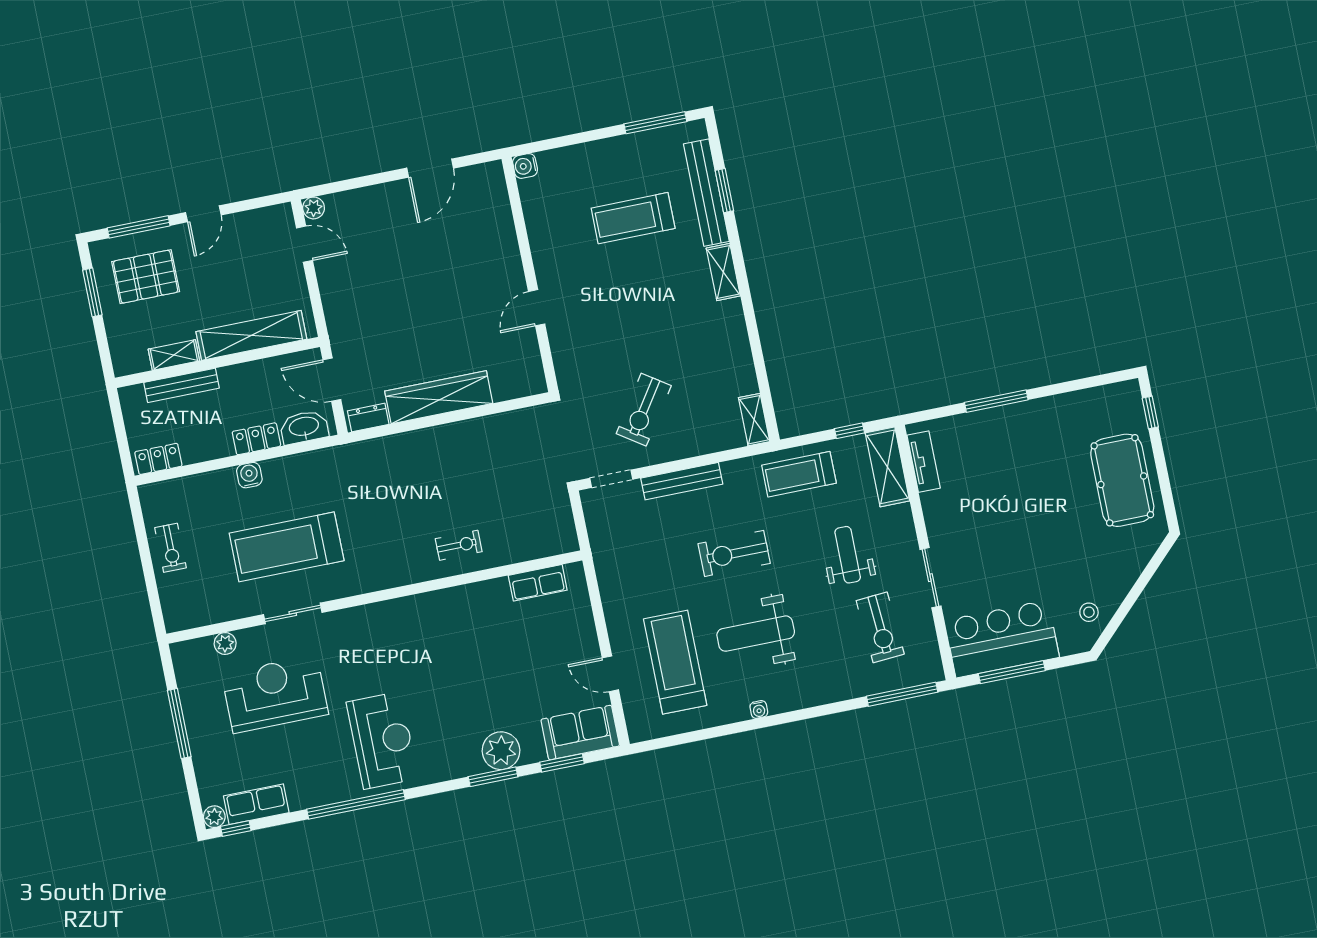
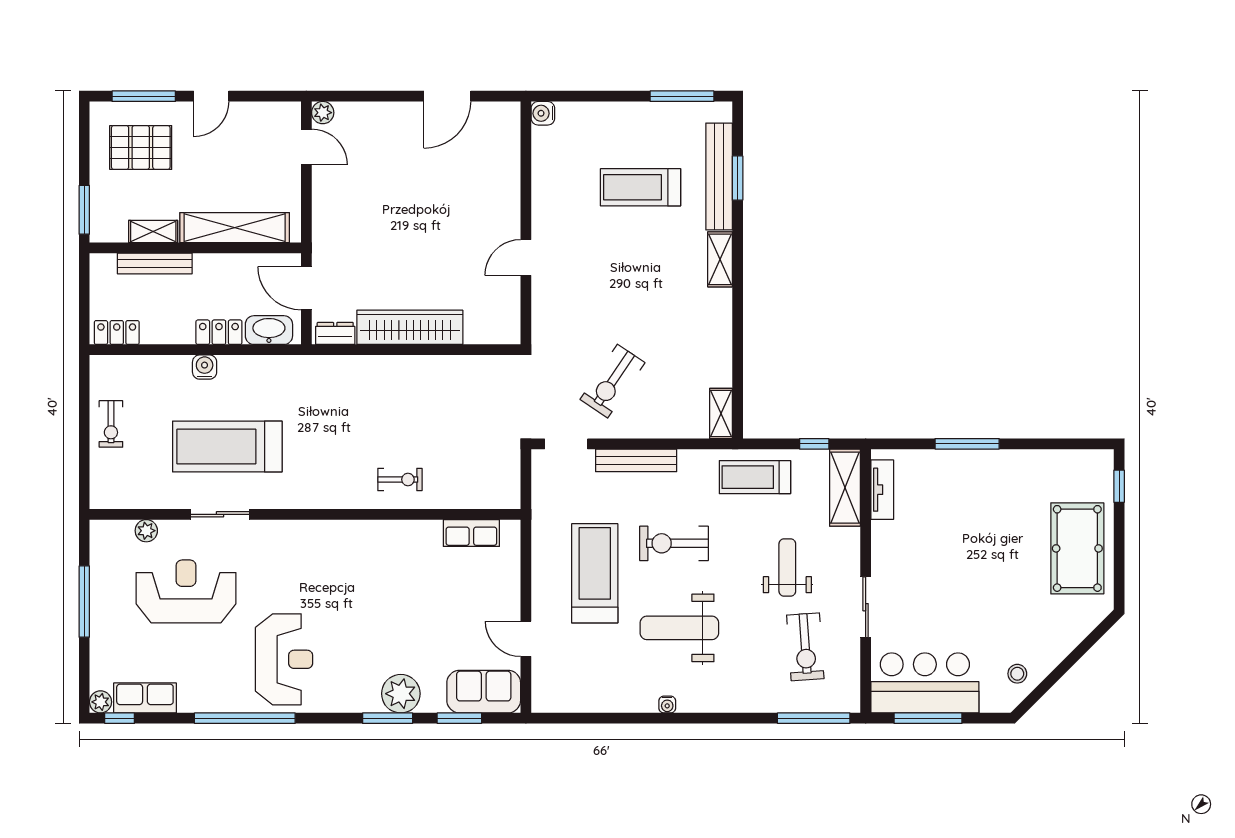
window: (92, 292) -> (84, 210), moved
treadmill: (675, 662) -> (595, 573), moved

